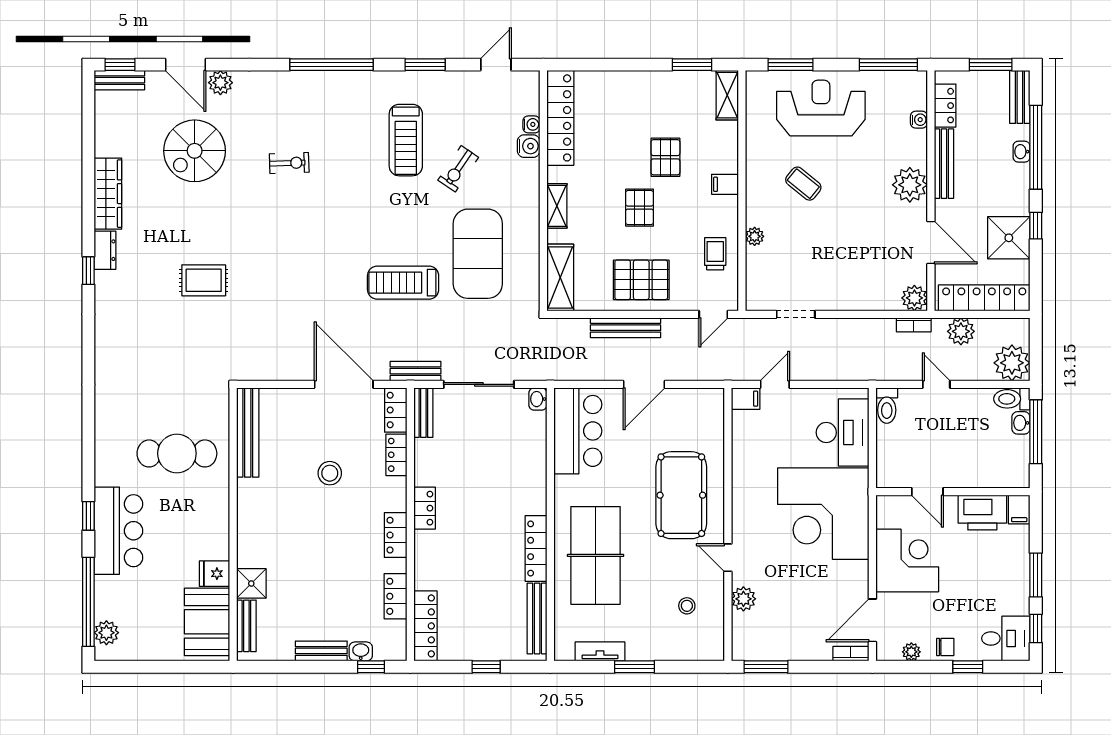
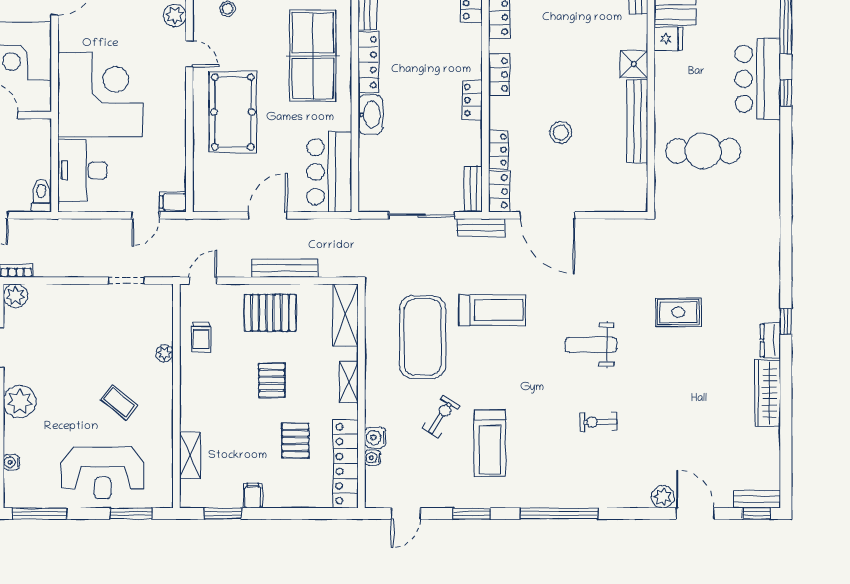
shelving: (727, 95) -> (190, 455), moved
treadmill: (406, 140) -> (490, 443), turned 180
spiral stairs: (195, 151) -> (687, 433), removed
pallet: (665, 157) -> (295, 440), moved
filing cabinet: (725, 184) -> (253, 496), moved, turned -90
weight bench: (297, 246) -> (591, 345), added
washbasin: (538, 399) -> (370, 115), moved, width x1.91, depth x1.45
bench: (248, 433) -> (637, 121), moved
shower: (251, 583) -> (634, 64), moved

